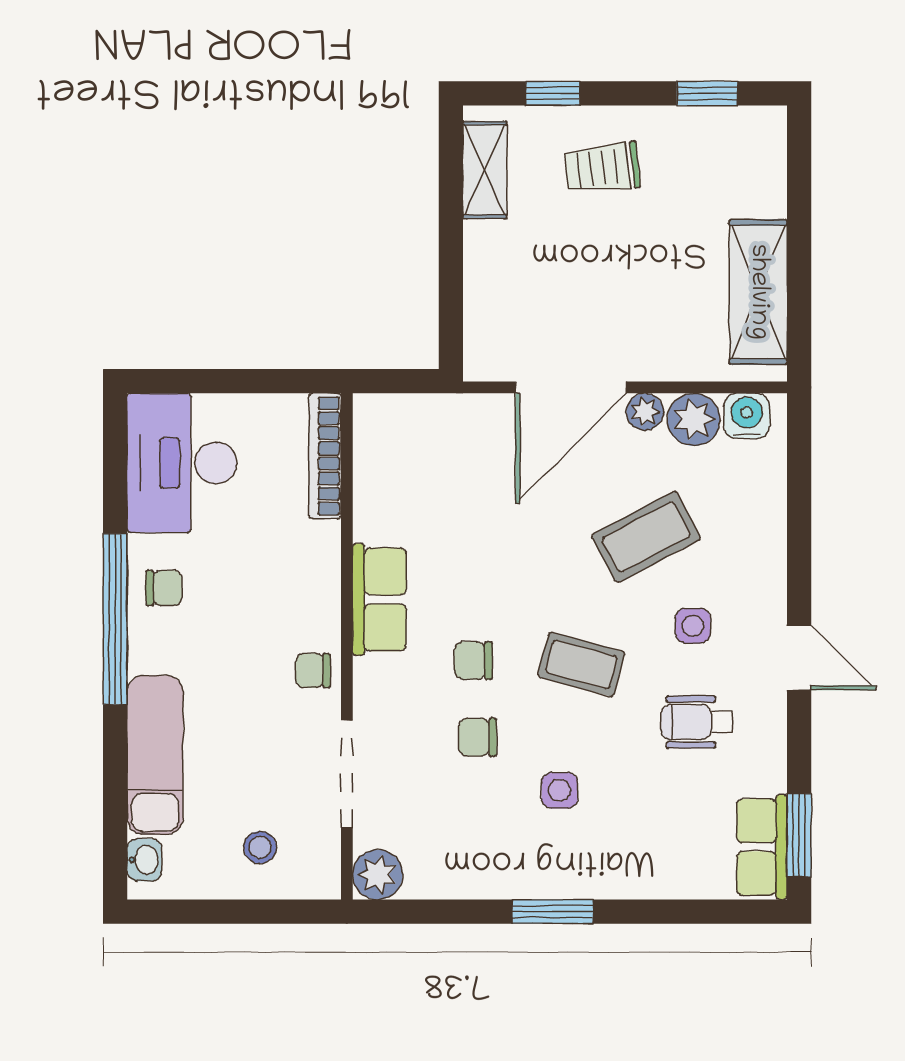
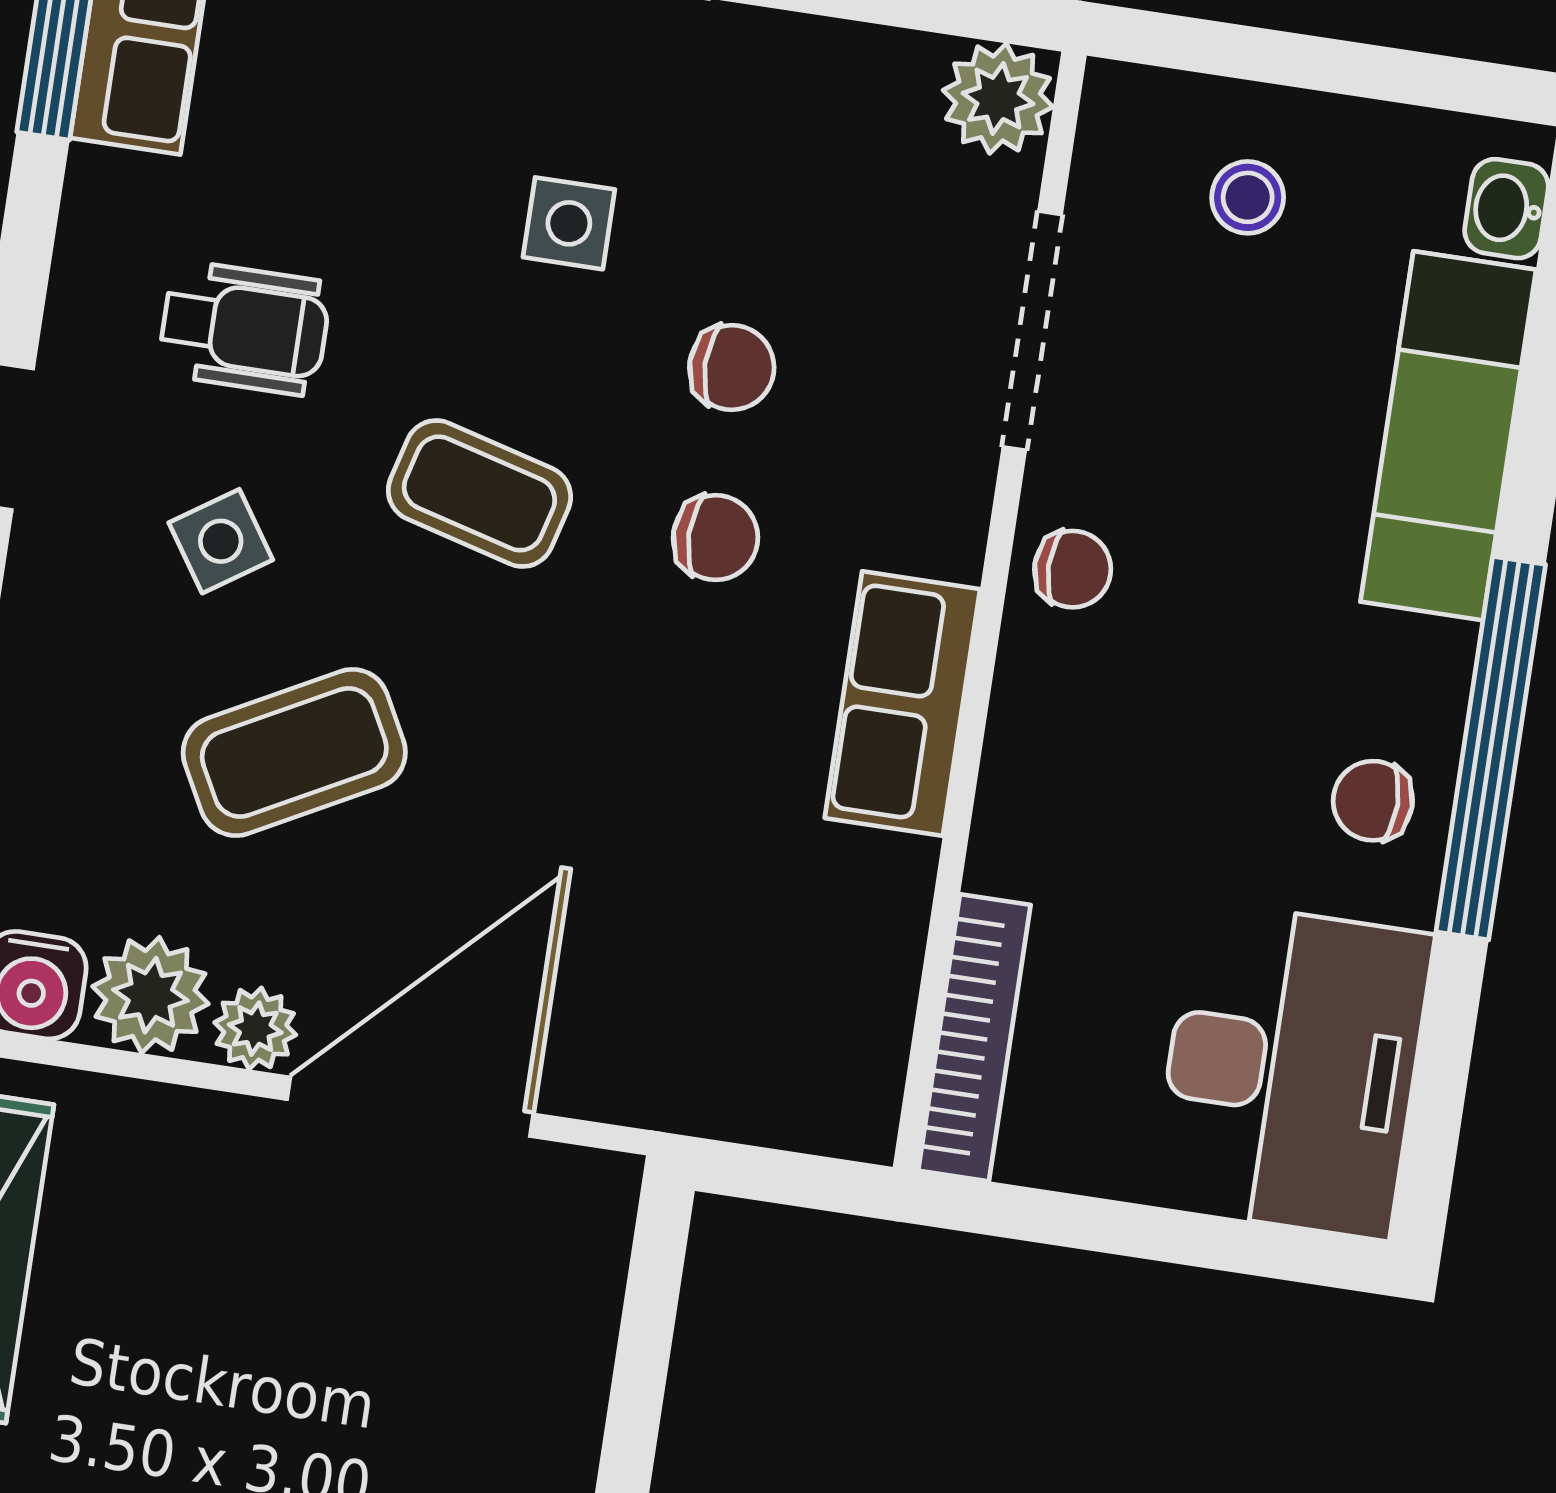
side table: (693, 626) -> (221, 541), turned -34

